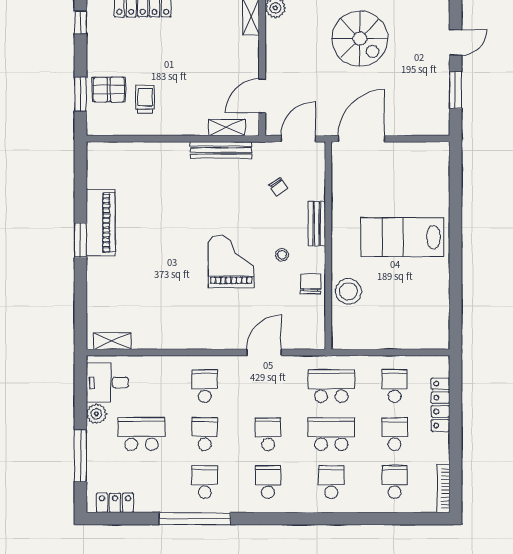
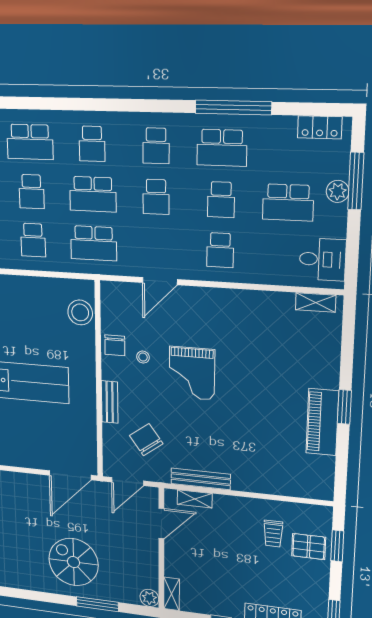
chair: (278, 187) -> (146, 440), width x1.87, depth x1.87
stool: (282, 255) -> (143, 357), moved
stool: (348, 291) -> (80, 312), moved
plant: (96, 414) -> (338, 191), moved
school desk: (205, 482) -> (222, 148), width x1.85
school desk: (395, 482) -> (30, 142), width x1.85

